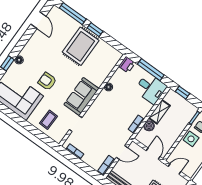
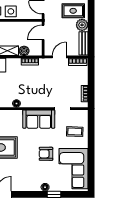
armchair: (47, 81) -> (46, 154), turned 90
door: (122, 152) -> (59, 57), hinge flipped

